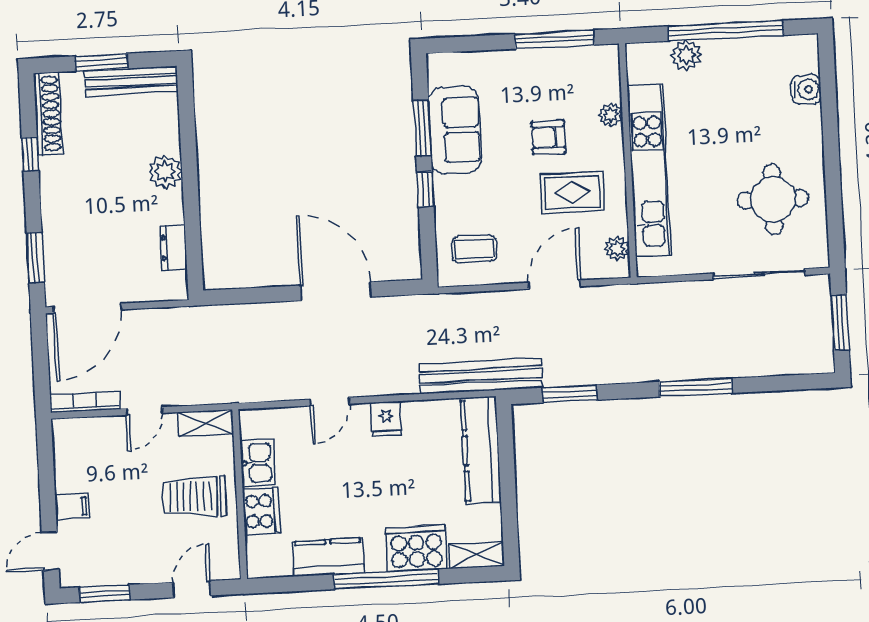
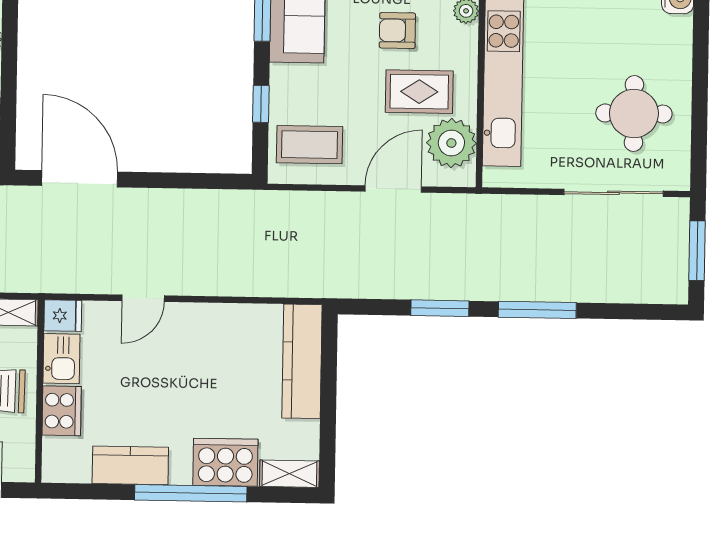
window: (425, 189) -> (261, 104), moved
plant: (617, 248) -> (451, 143), width x1.88, depth x1.88
coffee table: (474, 249) -> (309, 145), width x1.36, depth x1.30
door: (336, 291) -> (80, 179), moved
bench: (481, 376) -> (308, 282), removed
window: (570, 394) -> (440, 308), moved
fridge: (386, 419) -> (63, 316), moved, turned -90

